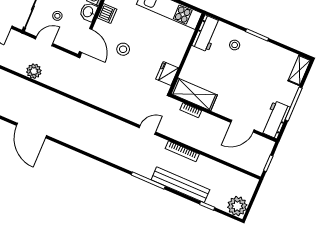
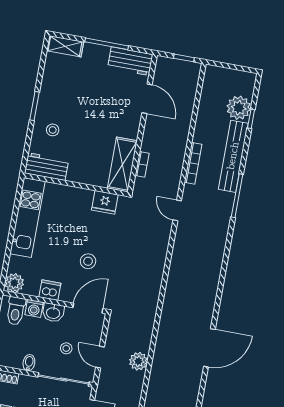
plant: (237, 206) -> (239, 108), moved

